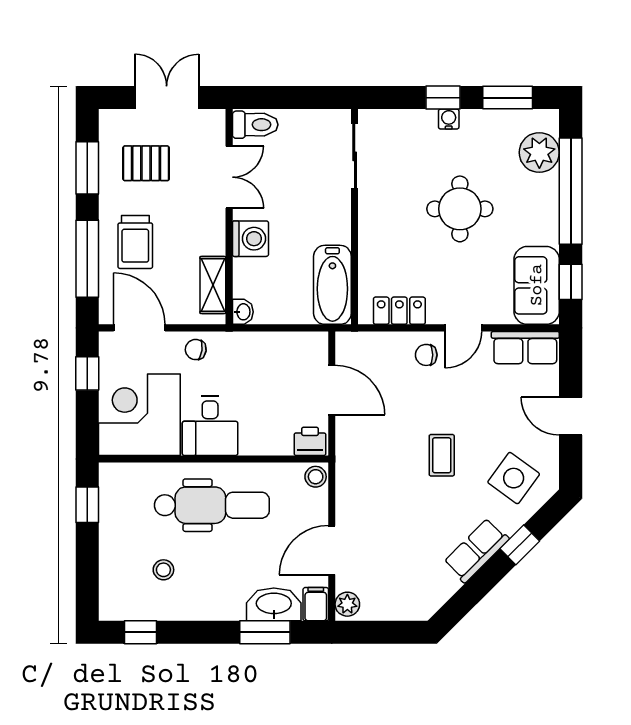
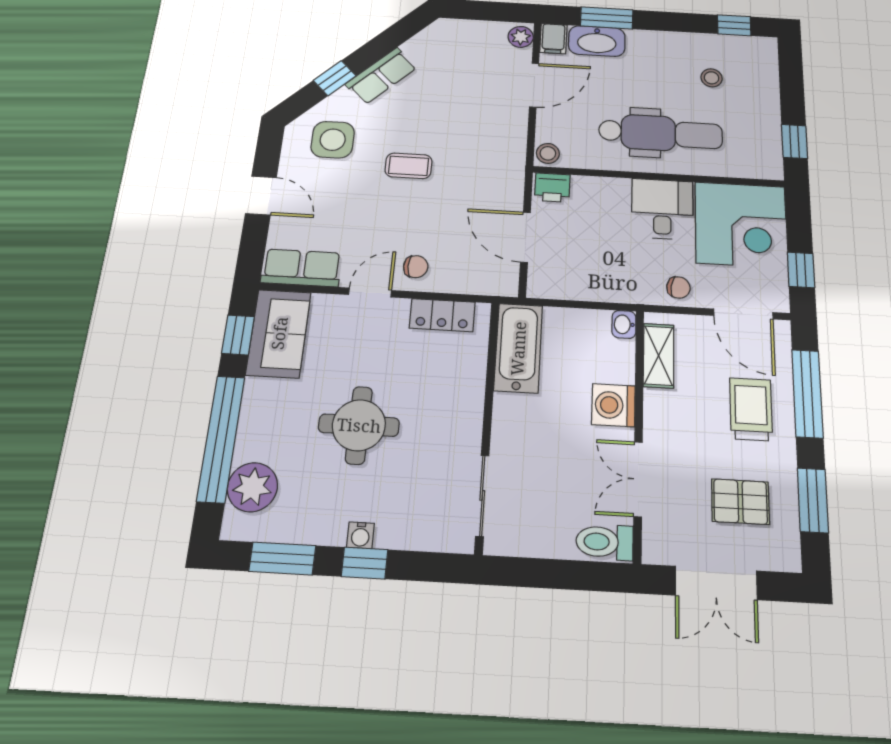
coffee table: (442, 455) -> (409, 166), turned 90
side table: (514, 478) -> (333, 140), turned -36
dental chair: (212, 505) -> (661, 133), turned 180

